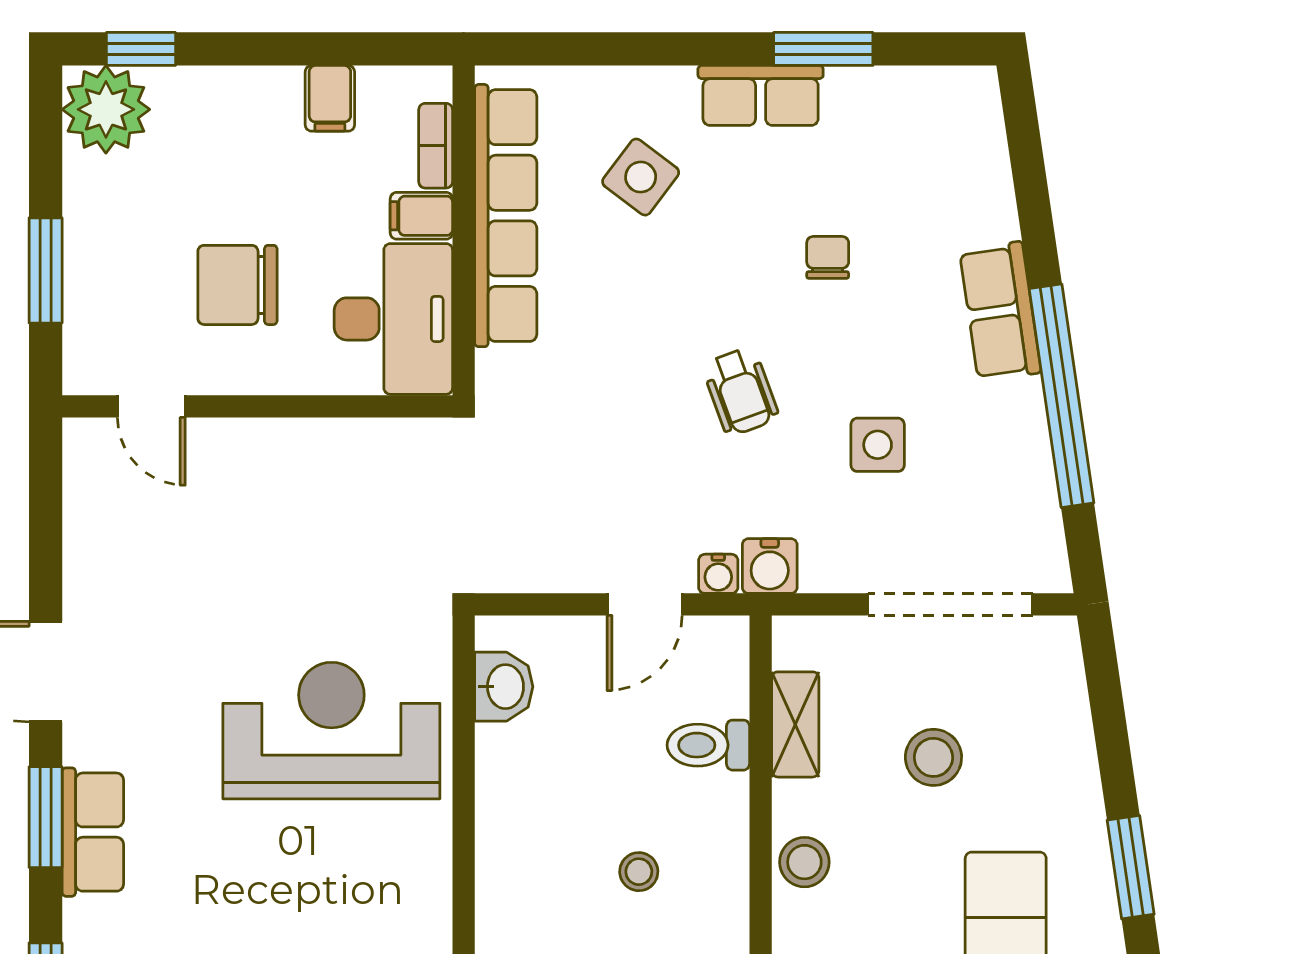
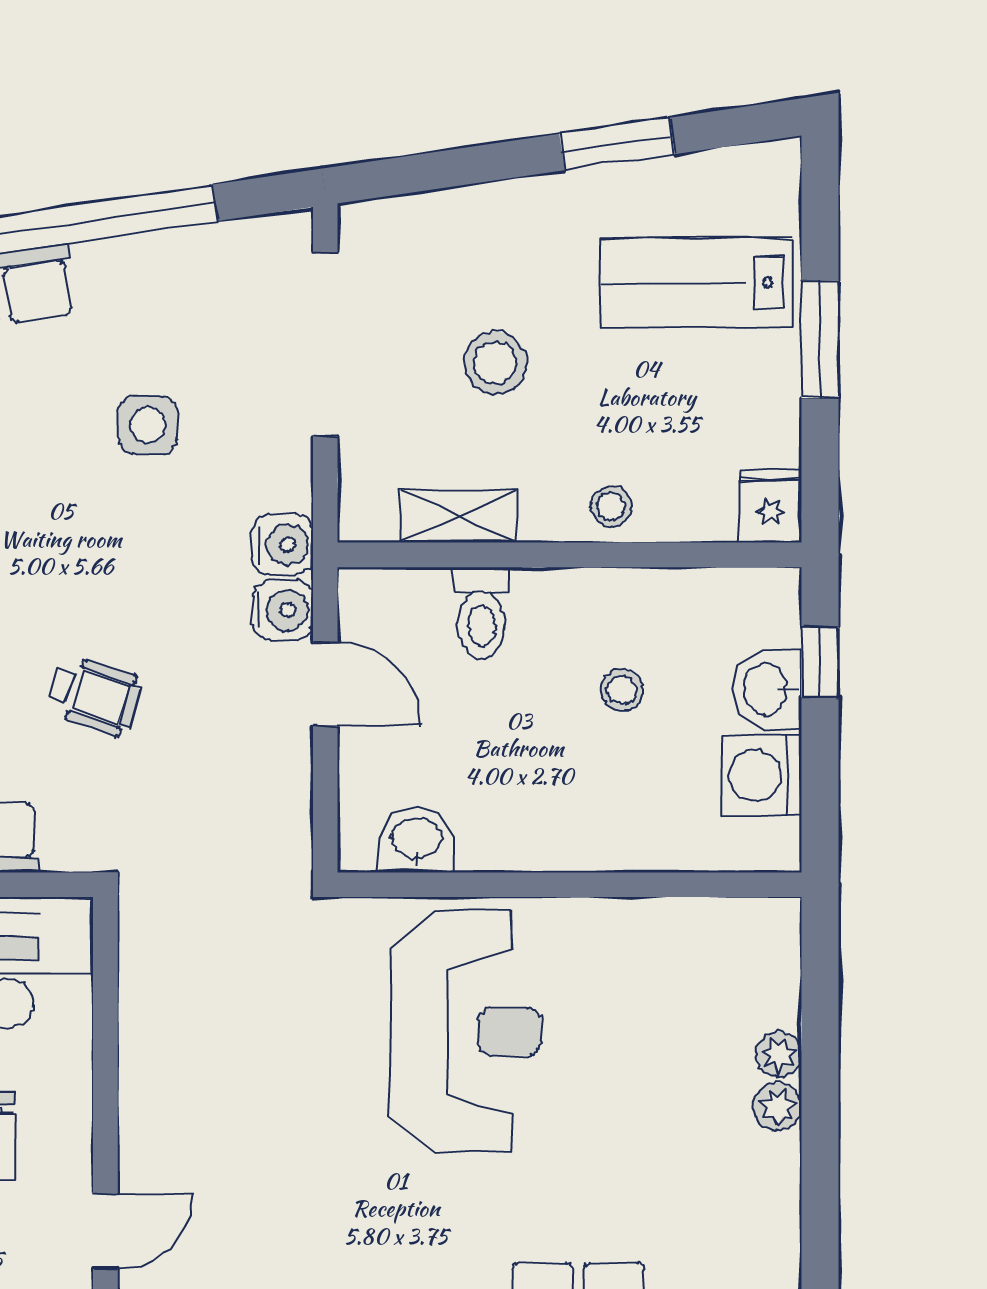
wheelchair: (741, 391) -> (95, 696), moved, turned 38
water cooler: (718, 574) -> (283, 610), width x1.38, depth x1.38
reception desk: (331, 731) -> (465, 1032), turned 180
stool: (804, 862) -> (611, 506), width x0.73, depth x0.73

